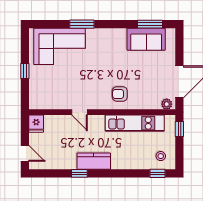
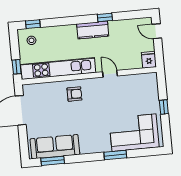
sofa: (146, 39) -> (55, 147), width x1.36
plant: (167, 104) -> (30, 89), removed
kitchen unit: (135, 123) -> (58, 69), width x1.36

